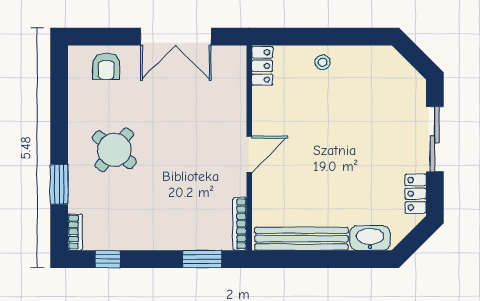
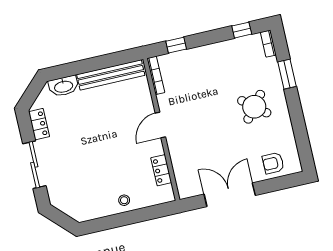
armchair: (106, 66) -> (273, 163), turned -90
locker: (262, 66) -> (161, 170), moved
window: (202, 259) -> (176, 45), width x0.67

